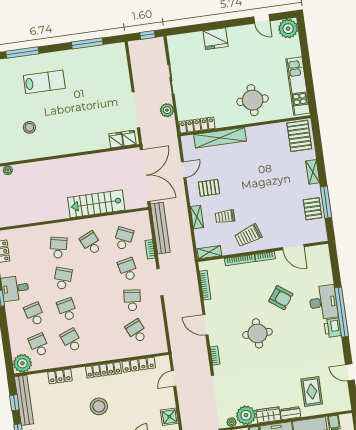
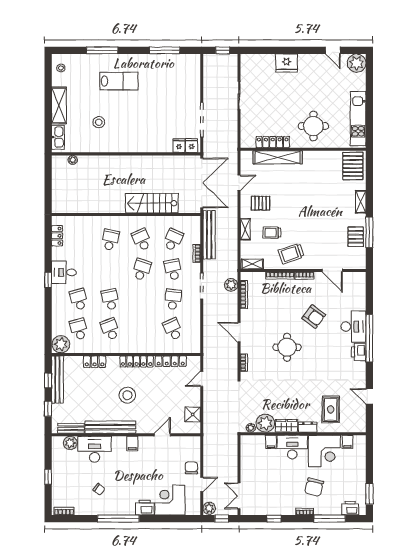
plant: (167, 110) -> (231, 285), moved
locker: (197, 125) -> (273, 142), moved
school desk: (63, 279) -> (142, 270), moved

